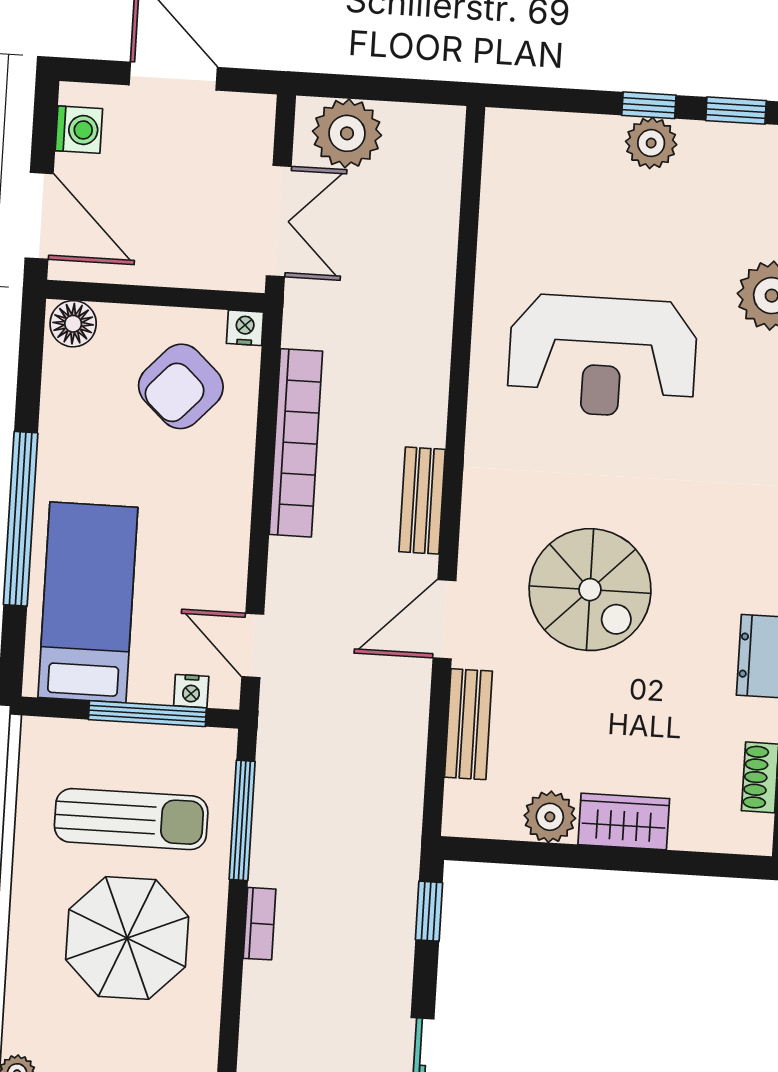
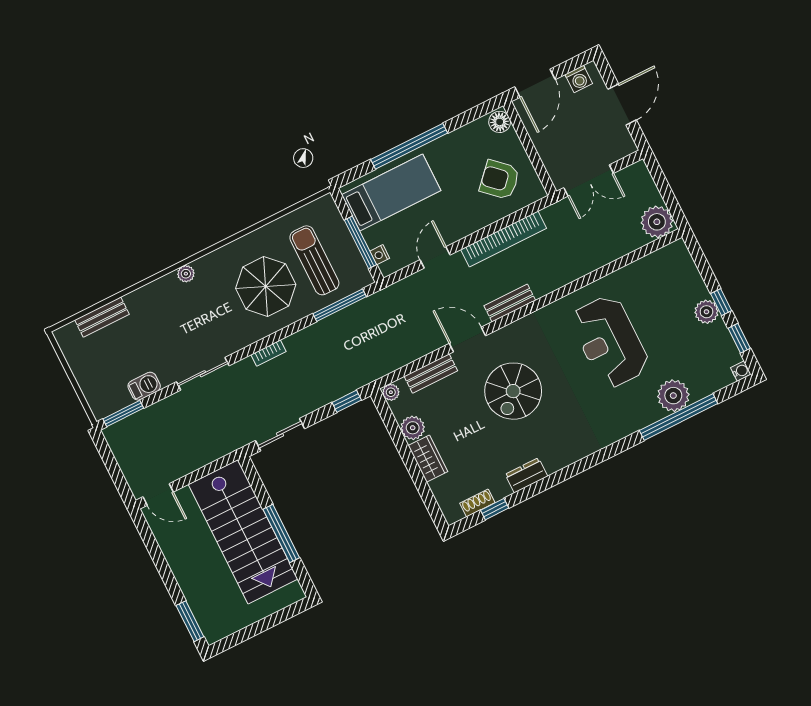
plant: (347, 133) -> (657, 222), moved
nightstand: (245, 328) -> (538, 192), removed
door: (253, 645) -> (435, 257), moved
sun lounger: (131, 819) -> (314, 260), turned 180
plant: (460, 819) -> (391, 392), added
bookcase: (260, 924) -> (269, 353), moved

